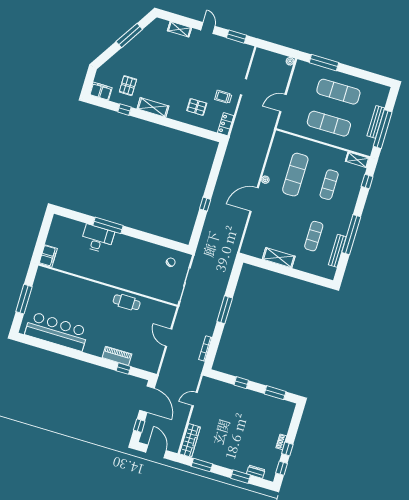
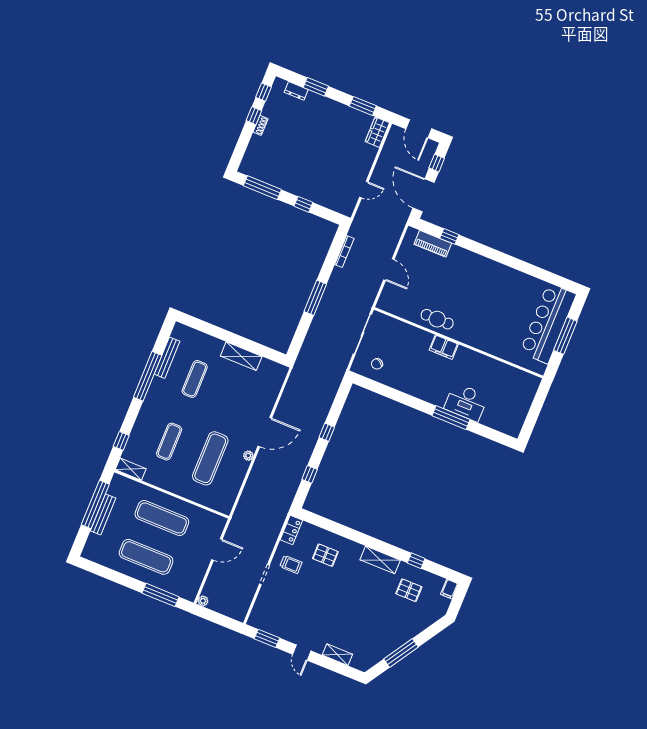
pallet: (128, 86) -> (409, 590), turned 90
filing cabinet: (101, 91) -> (449, 589), width x0.50
window: (215, 170) -> (310, 474), added
filing cabinet: (48, 256) -> (444, 347), moved, turned -90
bar counter: (57, 331) -> (548, 323), moved, turned 90
piano: (117, 356) -> (433, 244), moved
window: (275, 393) -> (262, 188), width x1.44
wardrobe: (190, 440) -> (377, 132), width x0.67

